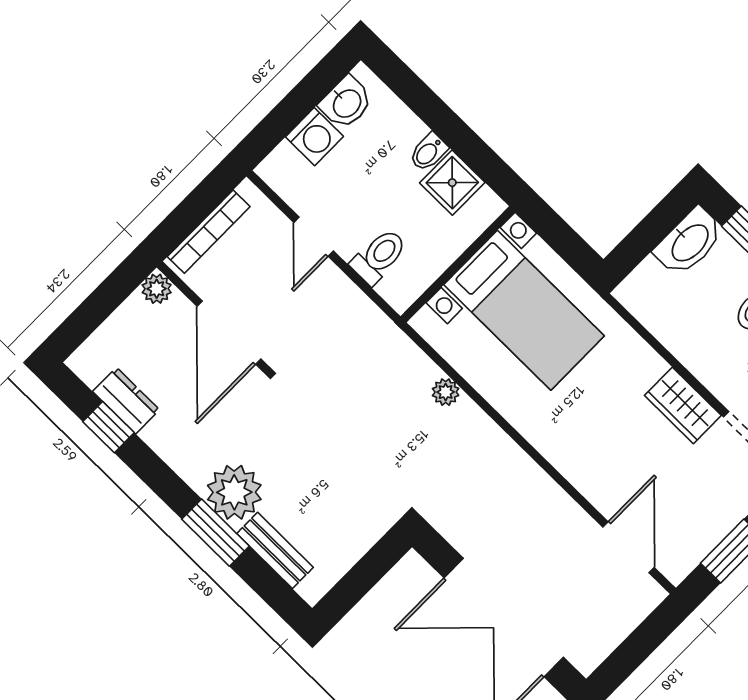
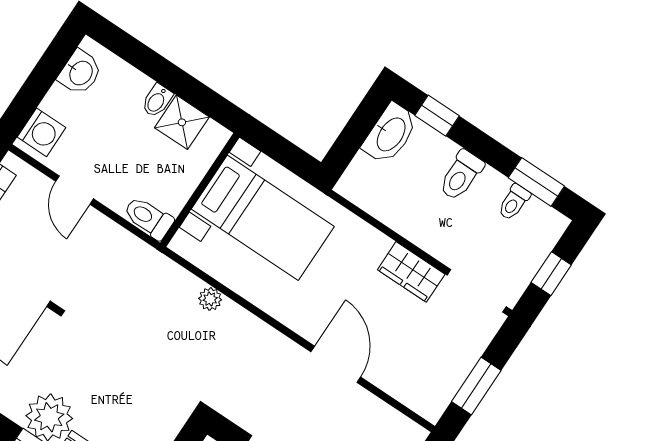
washing machine: (314, 137) -> (41, 132), moved
toilet: (379, 256) -> (148, 218), moved, turned -90
door: (629, 547) -> (336, 364), moved

